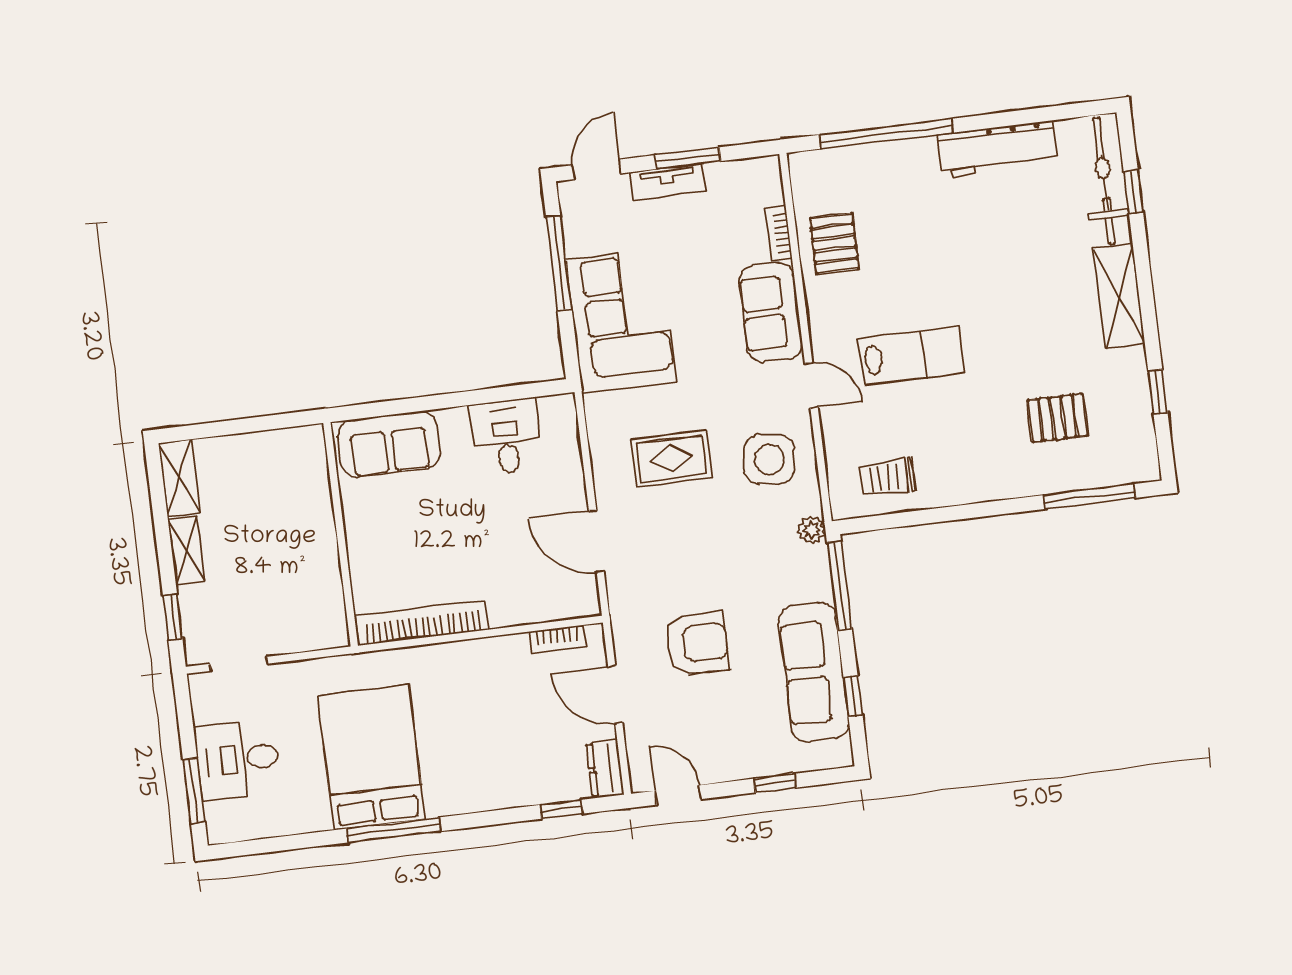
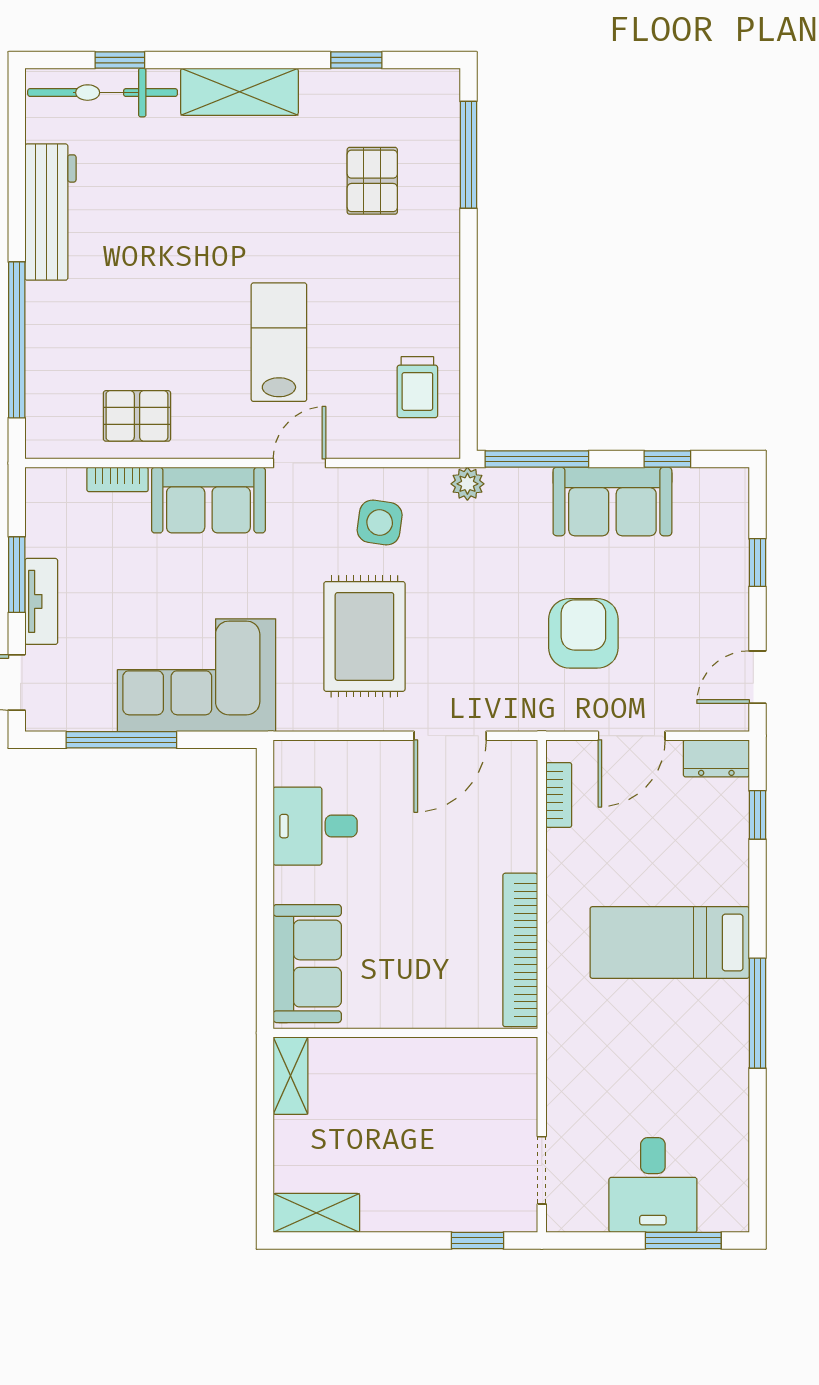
rug: (672, 459) -> (364, 636), width x1.36, depth x1.43
side table: (769, 460) -> (380, 523), width x0.73, depth x0.73
shelving: (186, 550) -> (291, 1076), moved, turned 90
sofa: (814, 672) -> (612, 501), width x0.73
bed: (371, 757) -> (670, 942), moved, width x0.67

